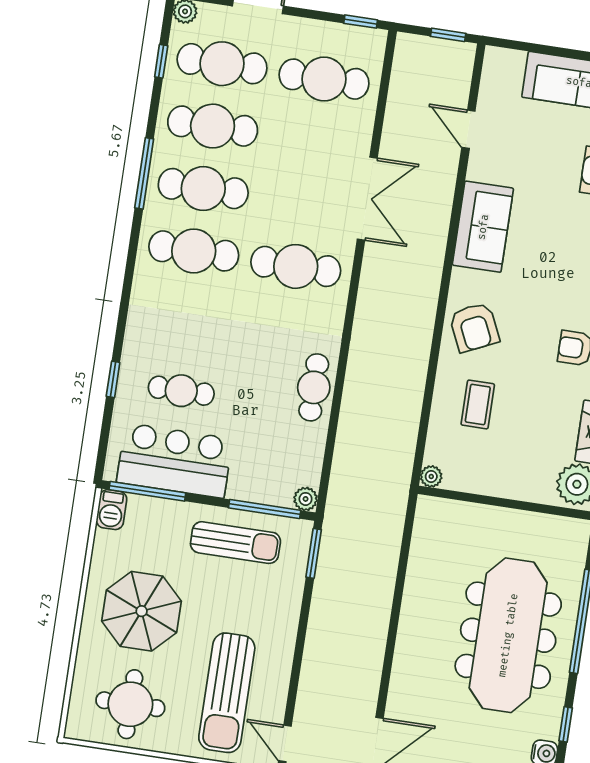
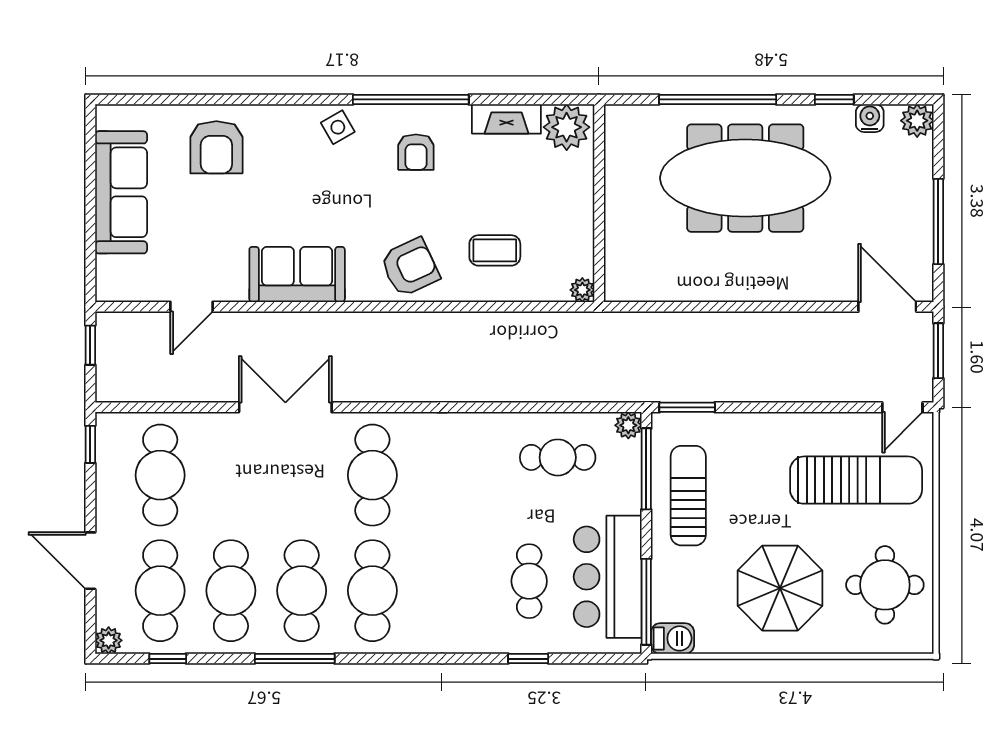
cafe table: (314, 387) -> (558, 457), moved

